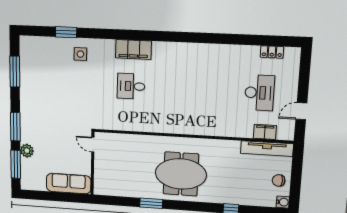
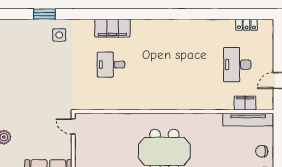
desk: (259, 93) -> (237, 65), turned 180

